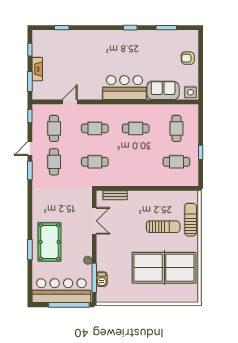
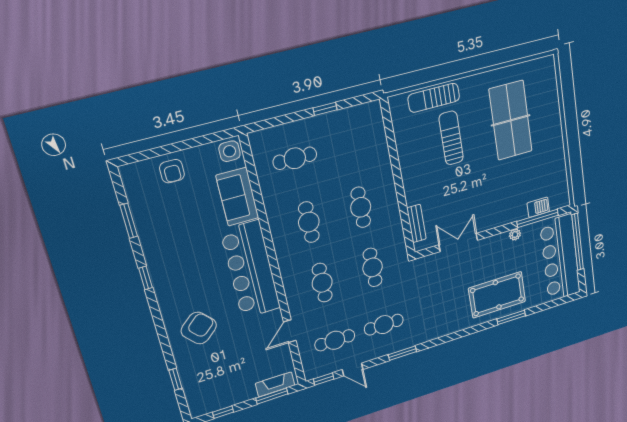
armchair: (90, 49) -> (199, 328), added
fireplace: (37, 69) -> (275, 384), moved
bar counter: (124, 88) -> (251, 270), width x1.36
door: (70, 102) -> (290, 331), hinge flipped
door: (30, 149) -> (353, 369), moved
cafe table: (177, 162) -> (361, 207), moved
table tennis table: (164, 268) -> (511, 120), width x0.73, depth x0.76

